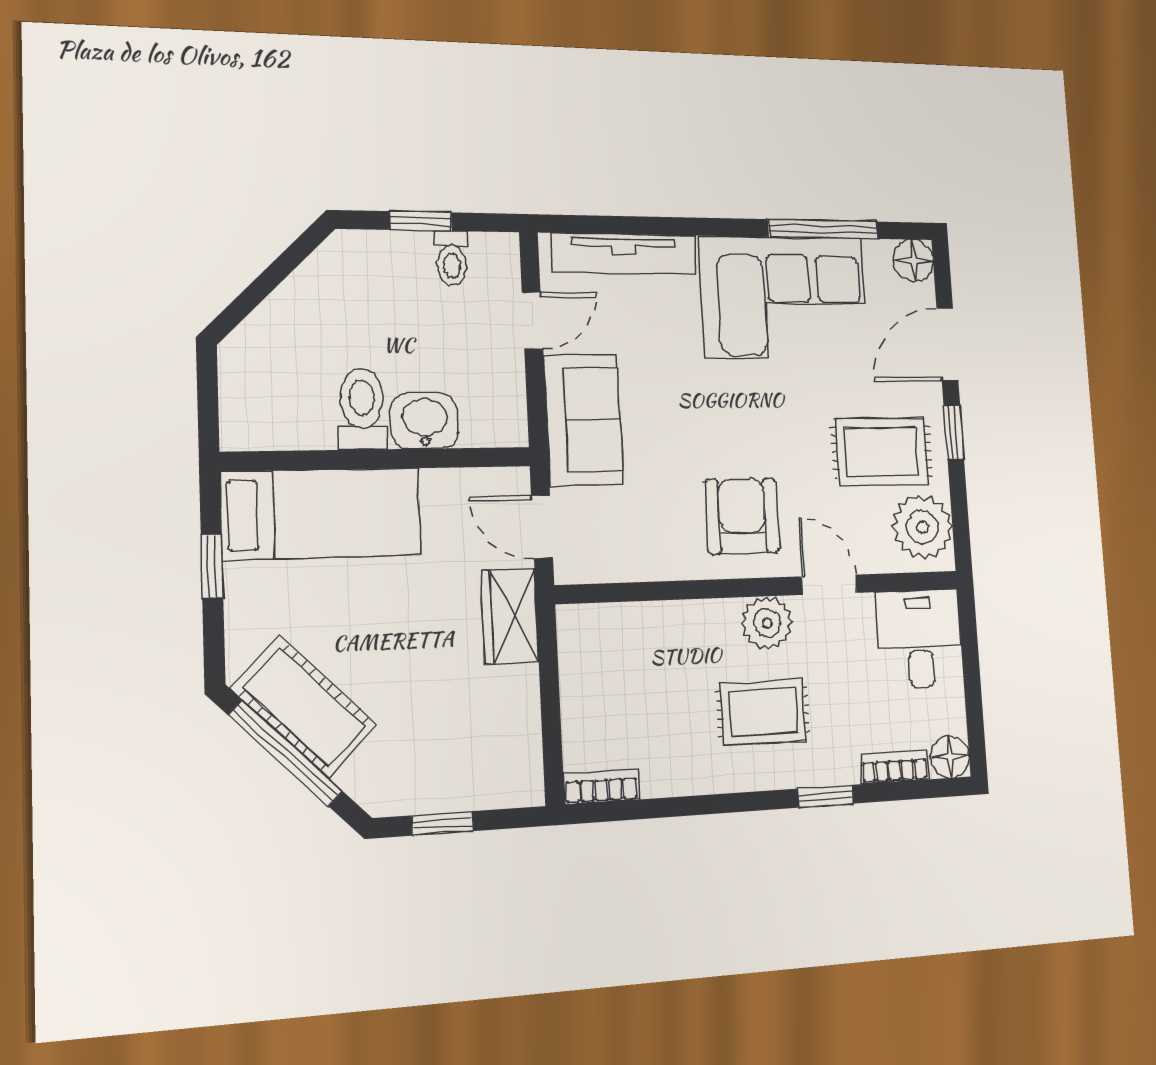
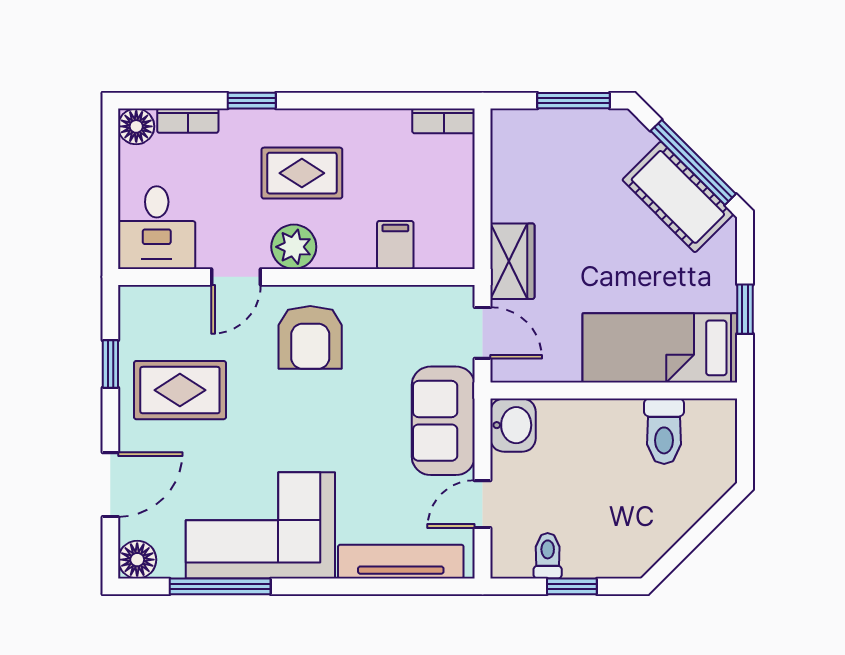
toilet: (362, 409) -> (664, 431), moved
washbasin: (425, 421) -> (513, 425), moved, turned -90
window: (954, 432) -> (110, 364), moved
plant: (922, 527) -> (147, 324), removed
door: (829, 585) -> (236, 277), hinge flipped
filing cabinet: (651, 630) -> (395, 245), added
window: (443, 823) -> (573, 101), width x1.50

